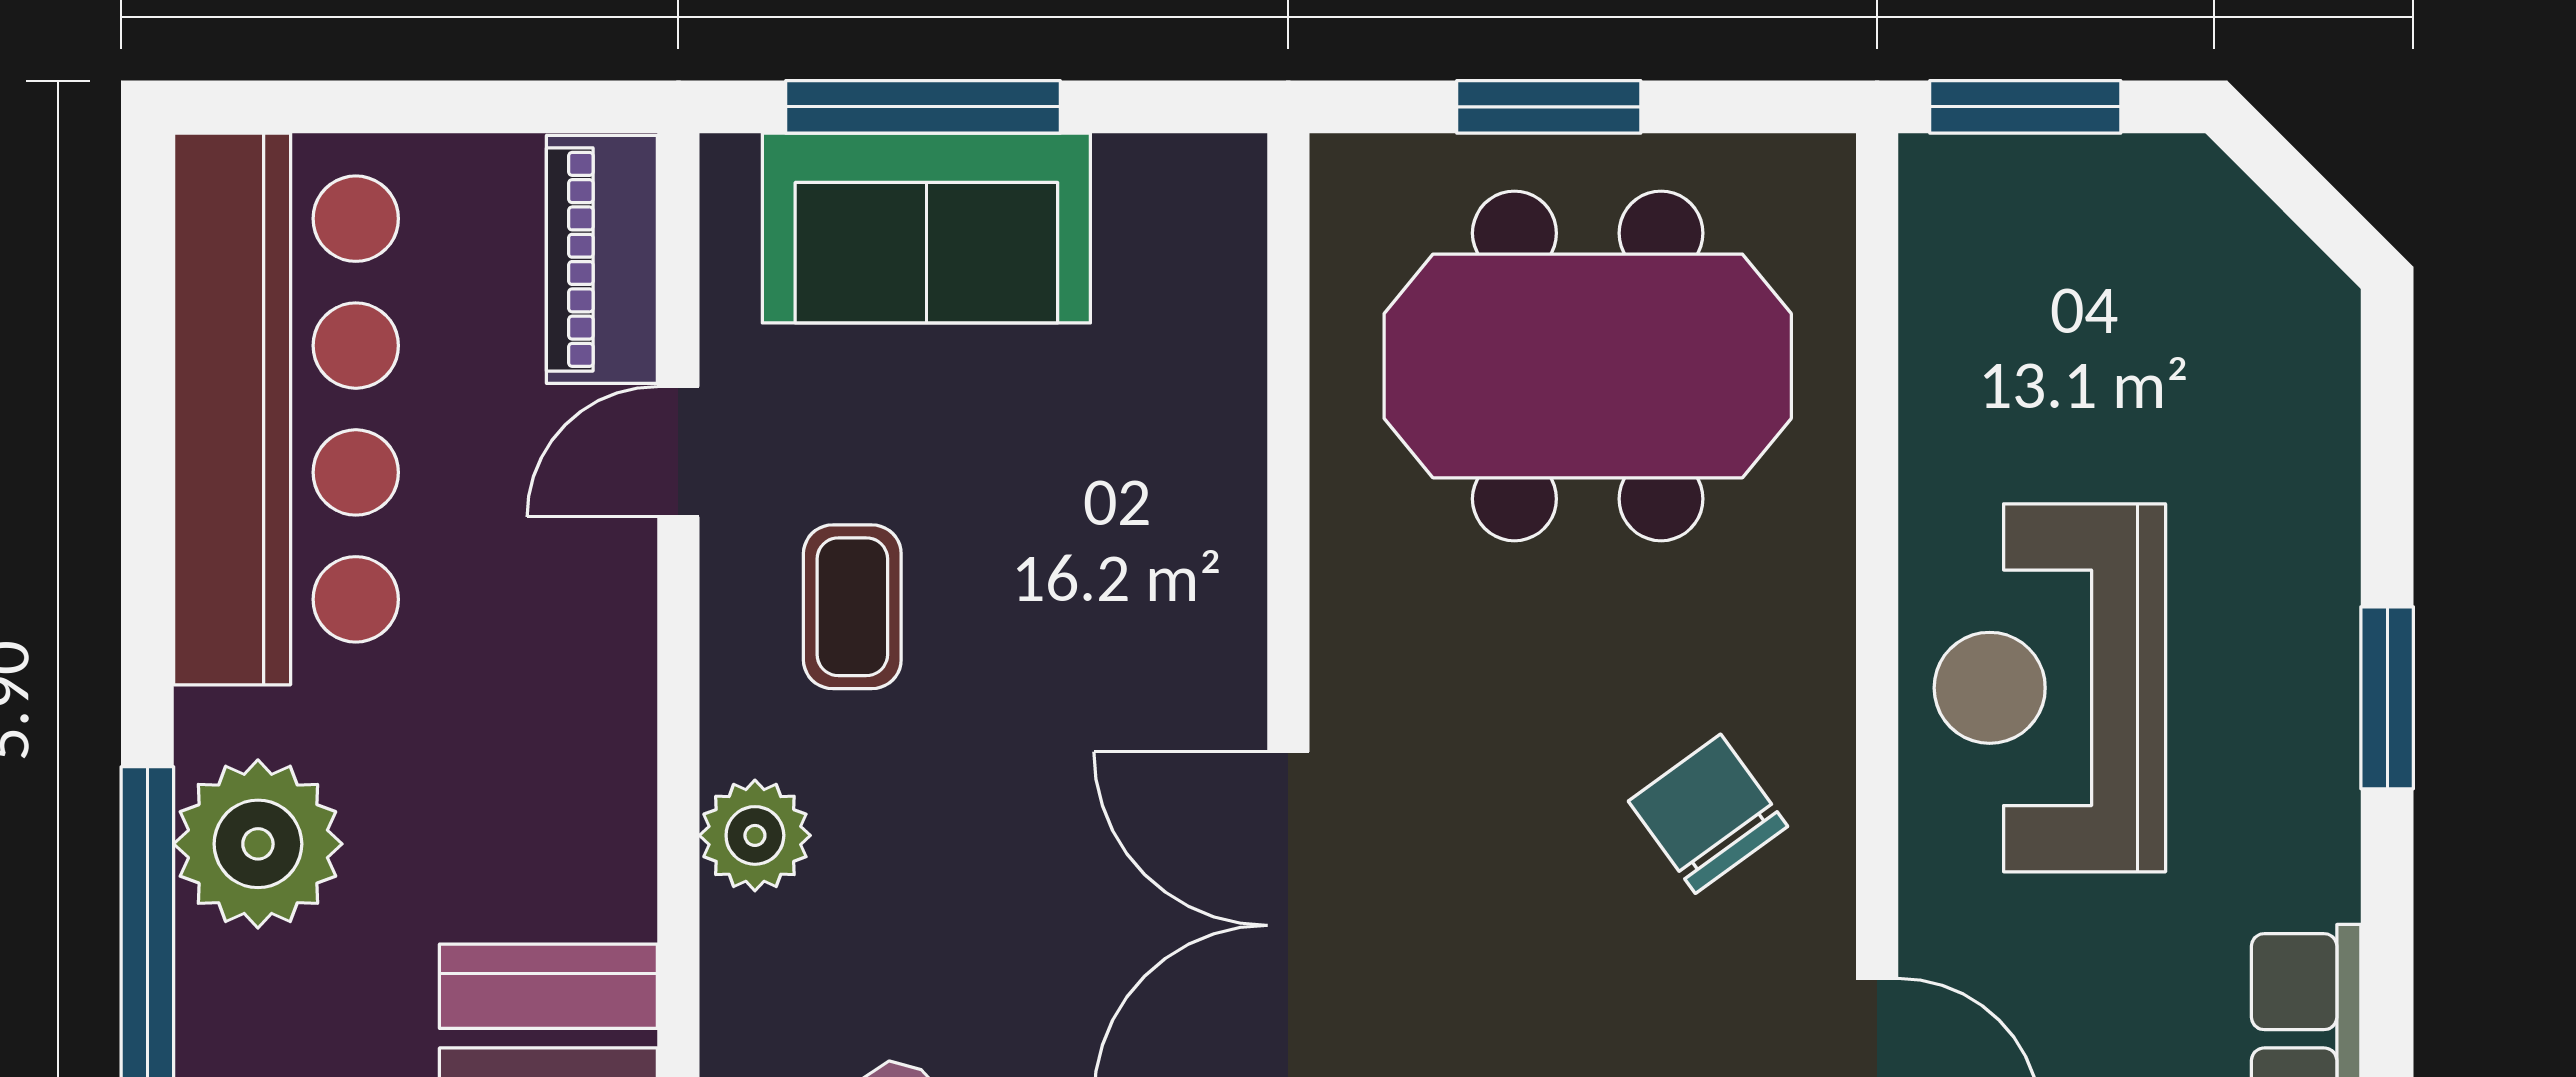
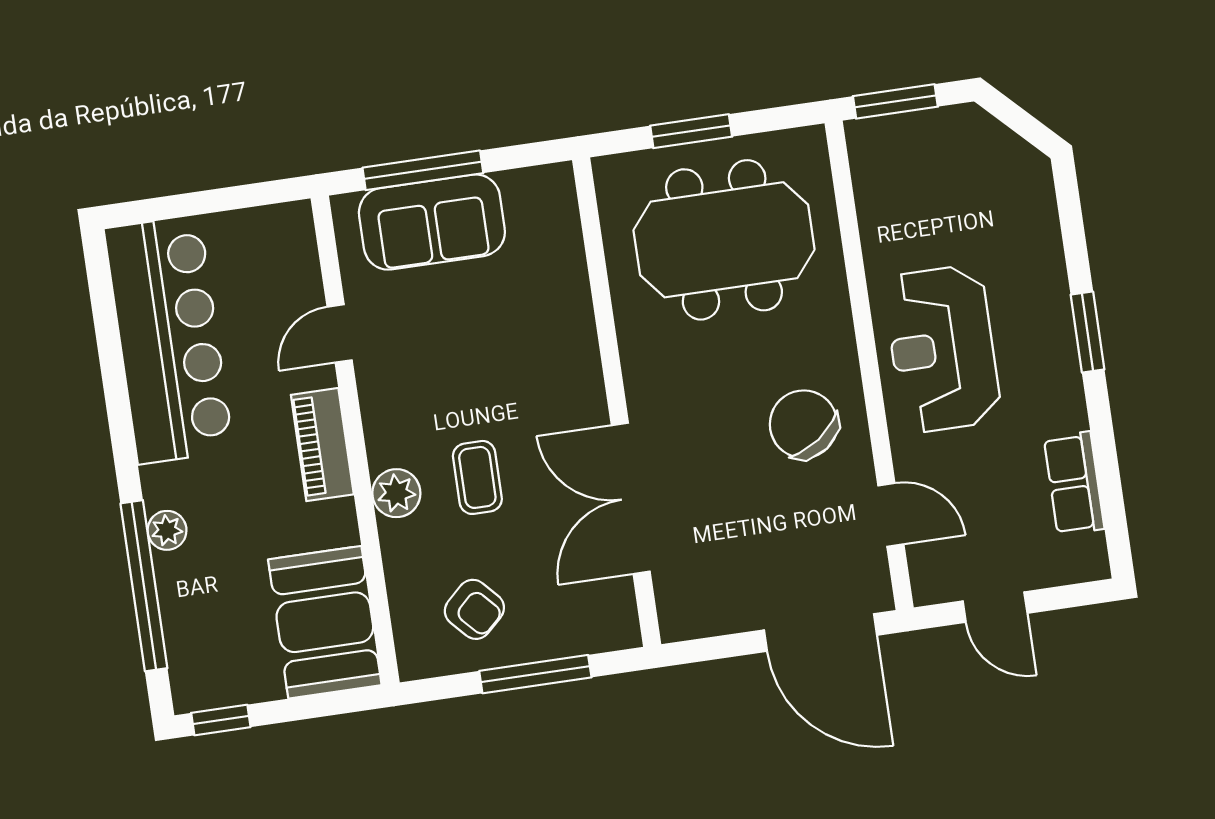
piano: (602, 259) -> (322, 445), moved
coffee table: (852, 607) -> (477, 477), moved
chair: (1708, 814) -> (804, 424), width x1.37, depth x1.37
plant: (258, 844) -> (167, 530), width x0.53, depth x0.53

